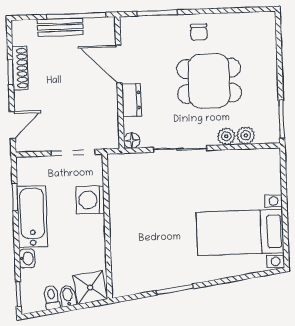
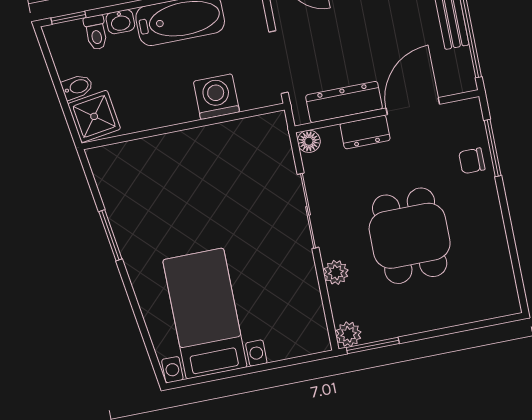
chair: (199, 32) -> (472, 161), moved
dresser: (108, 111) -> (344, 102), added
plant: (246, 135) -> (349, 334), moved
toilet: (52, 297) -> (96, 33), moved, turned 98

